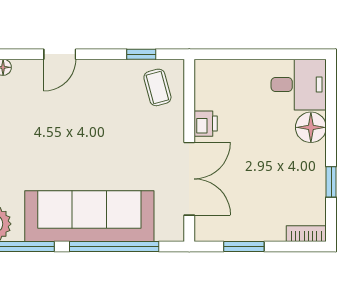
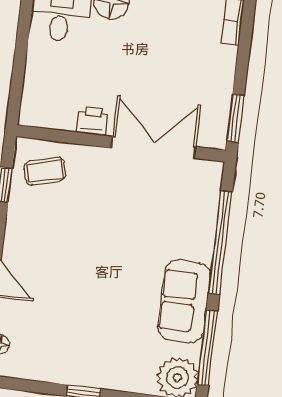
sofa: (89, 216) -> (184, 301), width x0.54, depth x0.79
window: (244, 247) -> (236, 118), moved

